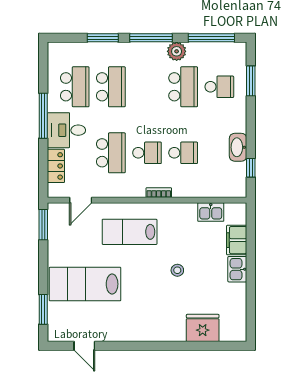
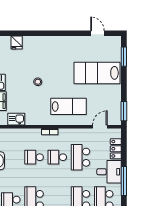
lab bench: (85, 284) -> (97, 73), turned 180
fridge: (203, 328) -> (17, 42), width x0.53, depth x0.75

